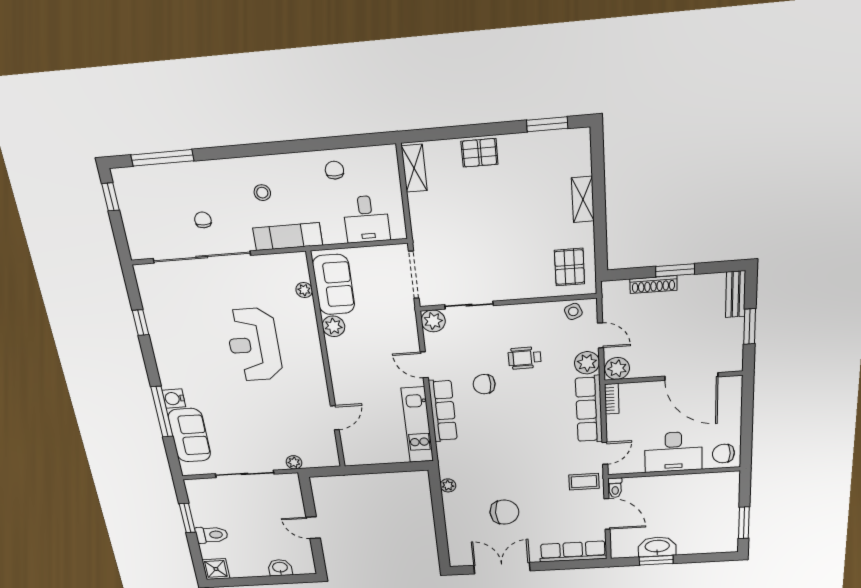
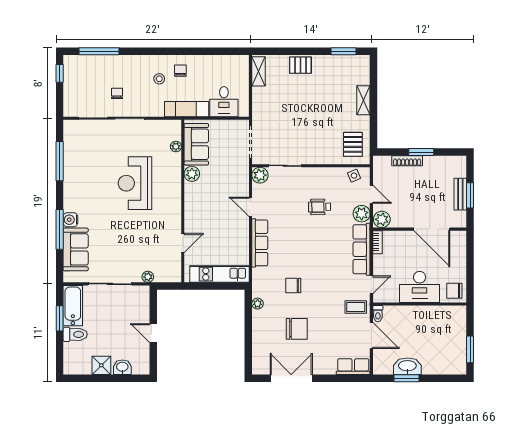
chair: (334, 170) -> (180, 71), moved
exam couch: (288, 237) -> (187, 109), moved
bench: (736, 294) -> (460, 194), moved
window: (141, 323) -> (60, 161), width x2.17
chair: (484, 384) -> (293, 286), moved
kitchen unit: (417, 425) -> (219, 274), moved, turned 90
bathtub: (201, 502) -> (73, 306), added
row of seats: (573, 551) -> (353, 367), width x0.68
shower: (216, 569) -> (101, 365), moved

